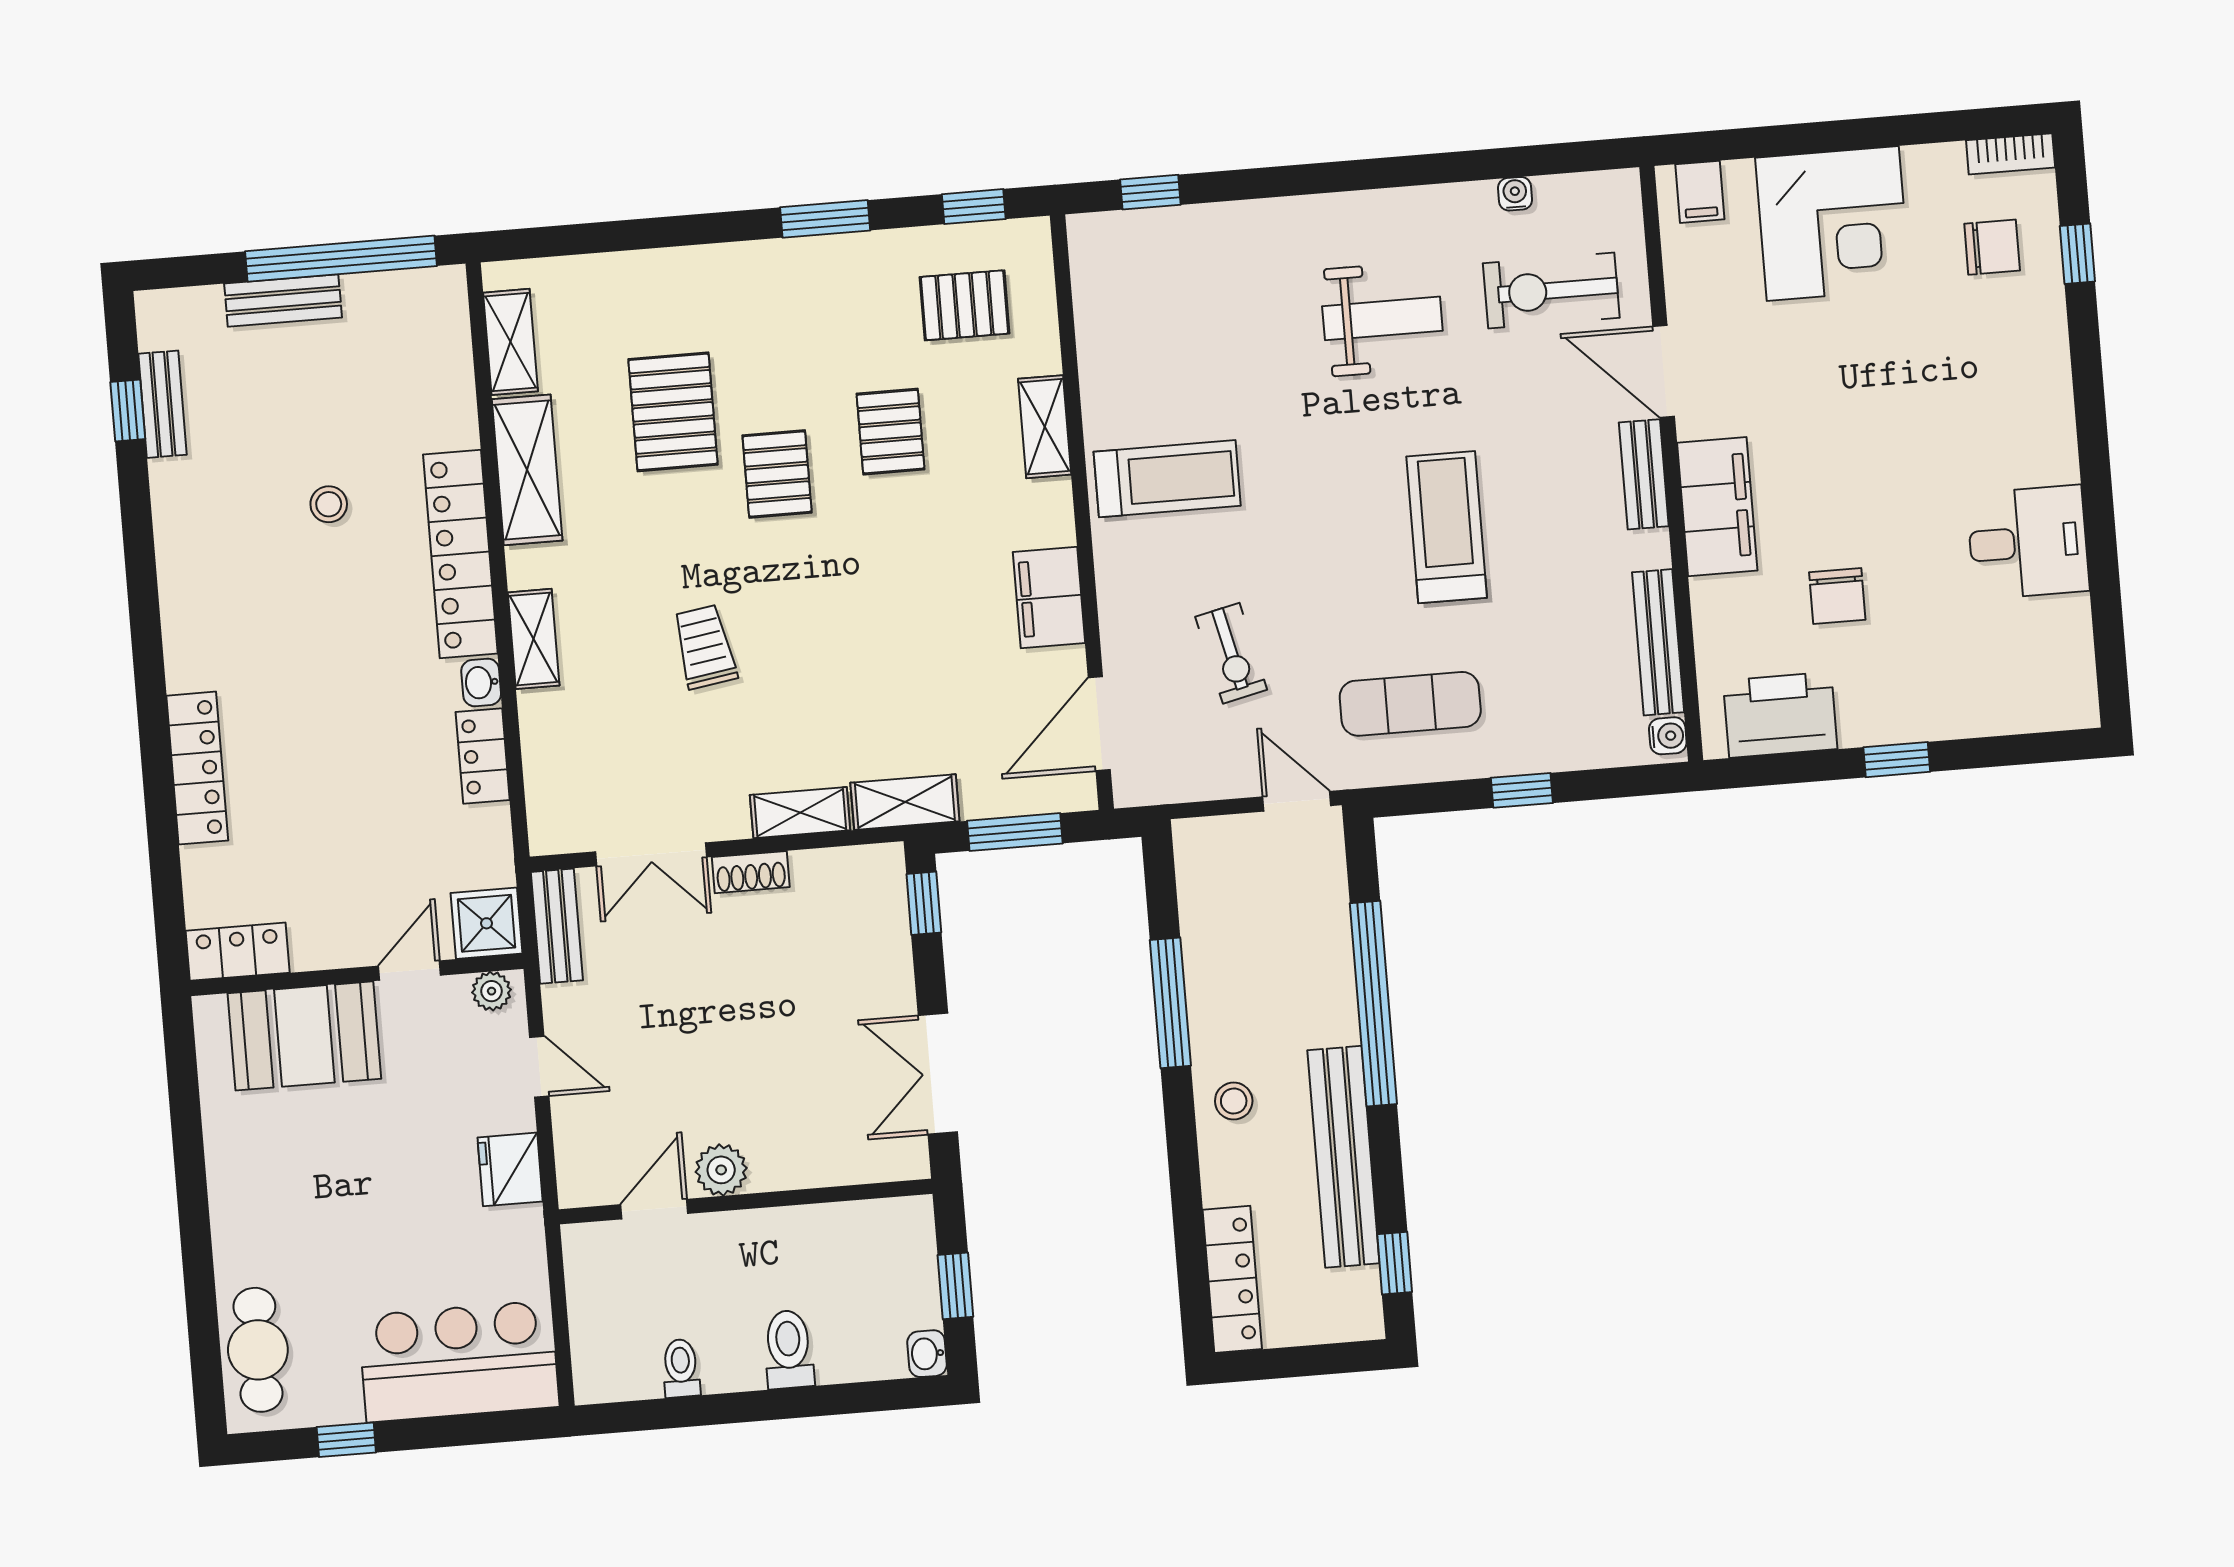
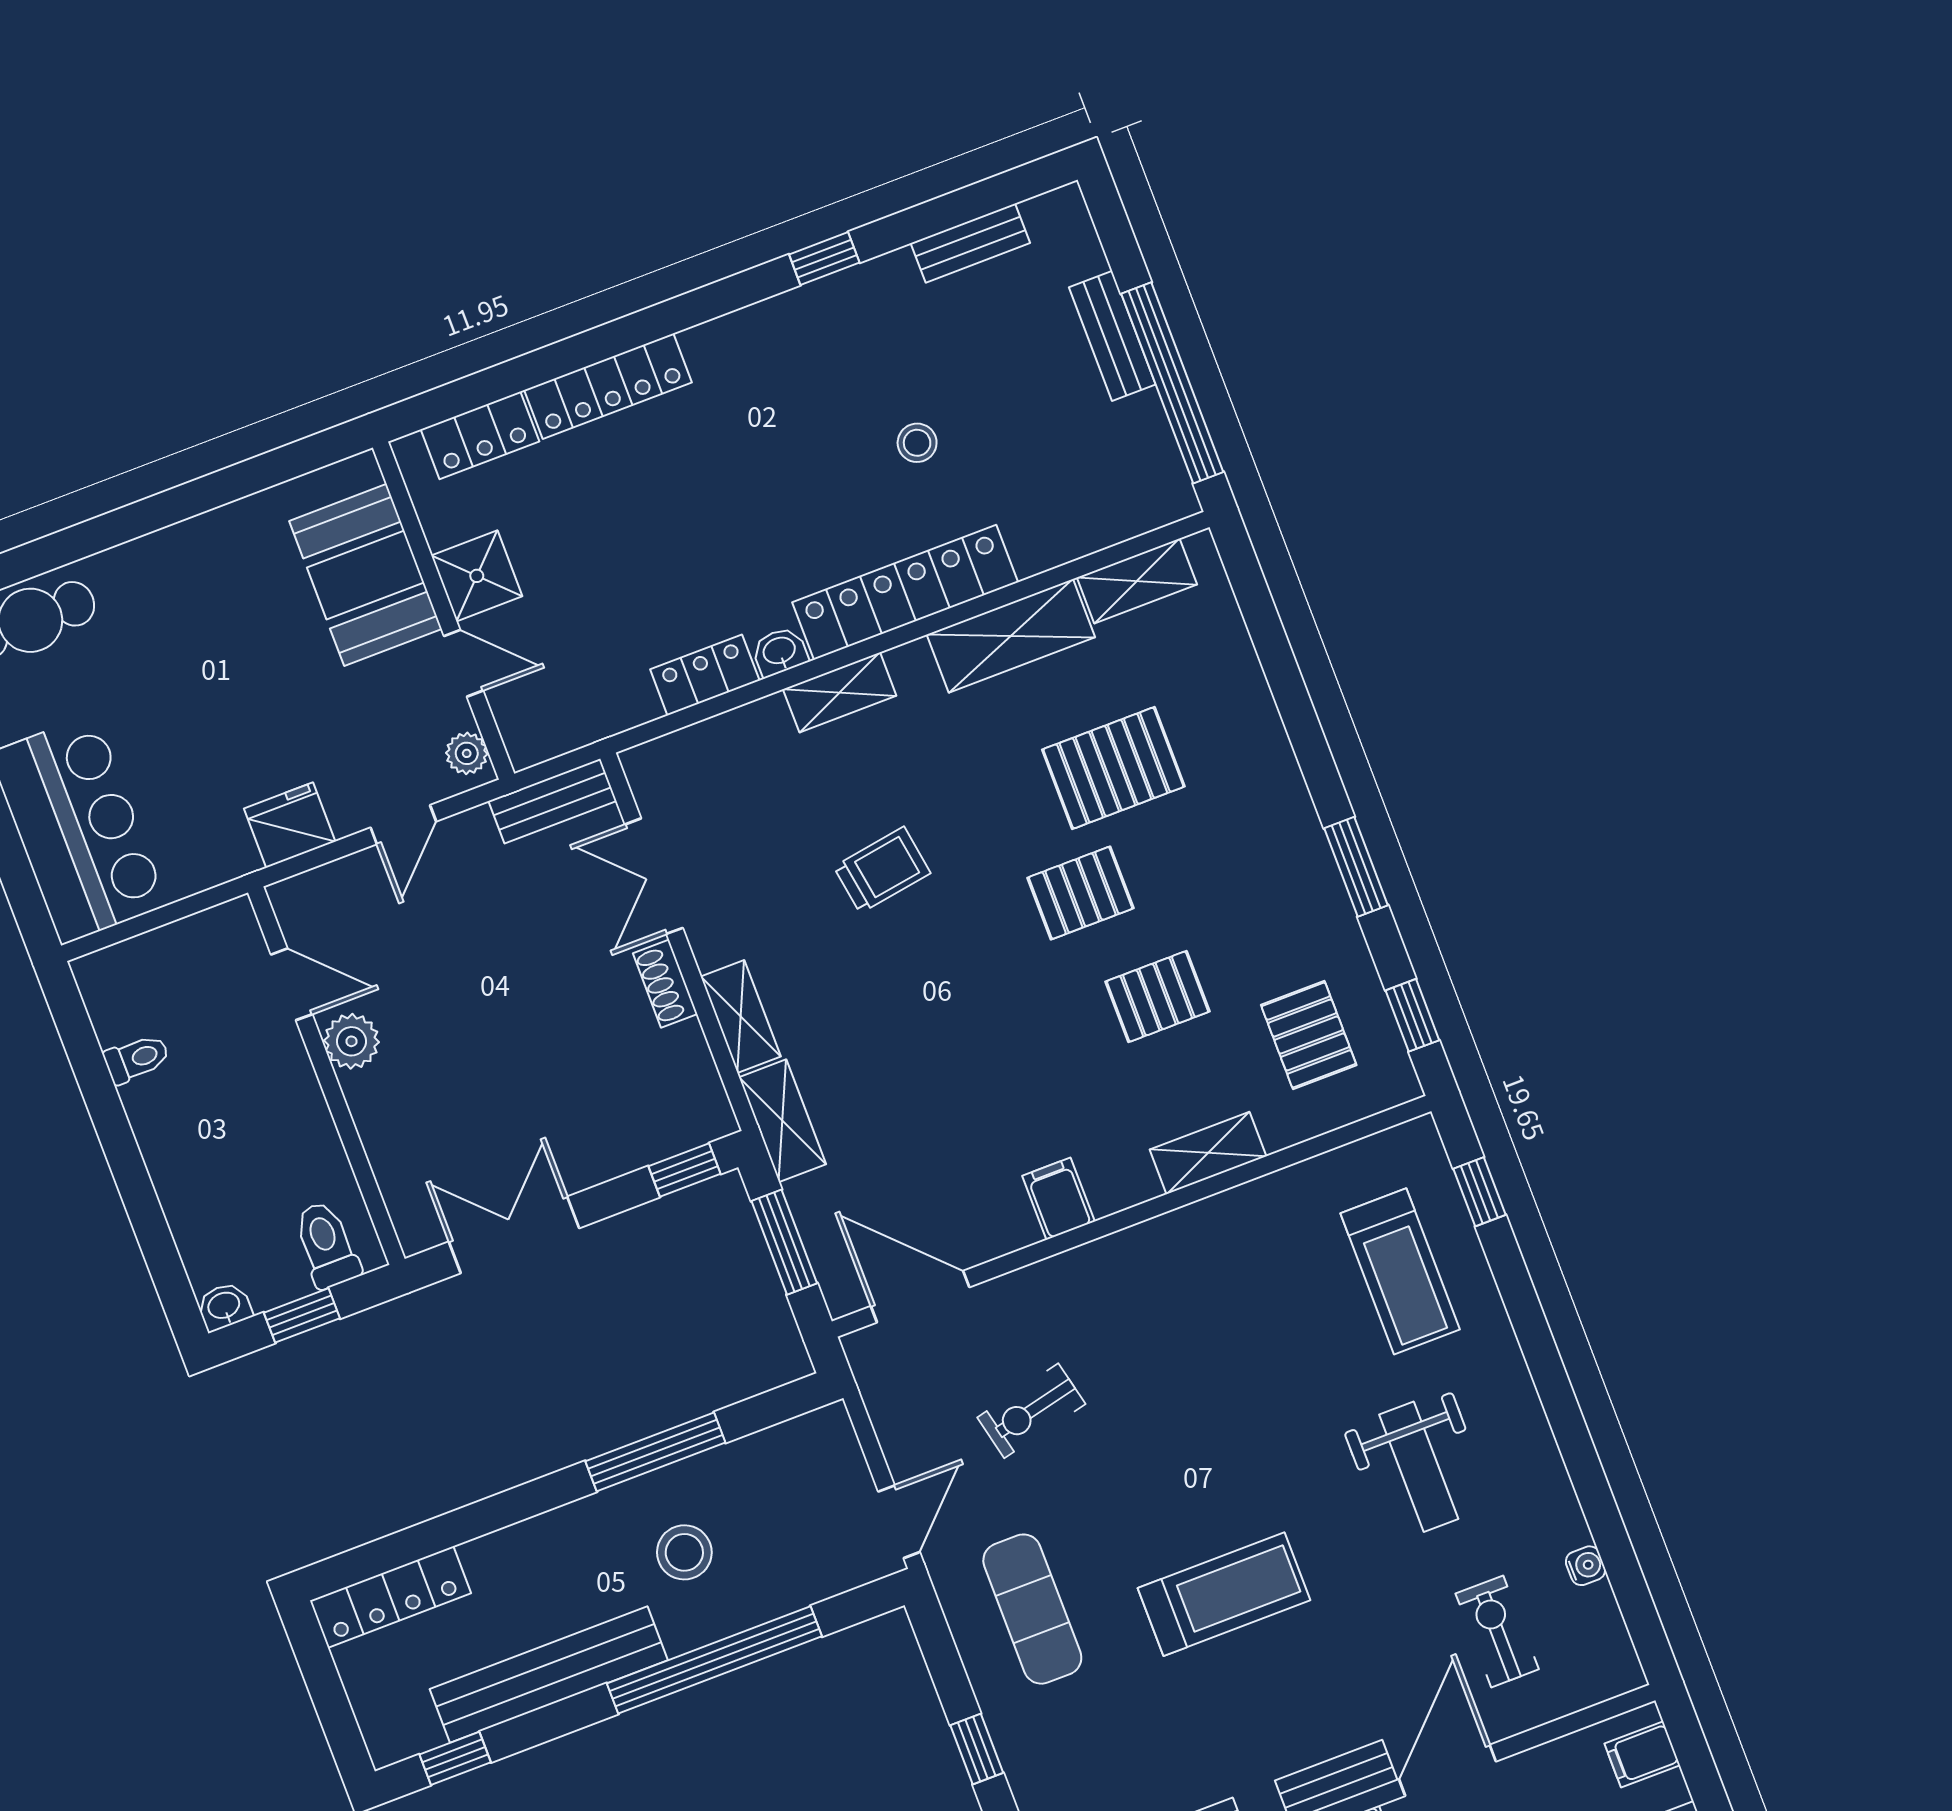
exercise bike: (1551, 291) -> (1497, 1631), width x0.73, depth x0.72
window: (128, 411) -> (824, 258), moved
treadmill: (1167, 479) -> (1400, 1271), moved
filing cabinet: (1049, 598) -> (1058, 1199), width x0.50
shower: (487, 923) -> (477, 576), moved
locker: (238, 952) -> (480, 435), moved, turned 90
stool: (1234, 1101) -> (684, 1552), moved, width x1.37, depth x1.37
toilet: (789, 1349) -> (327, 1245), moved, turned -90

